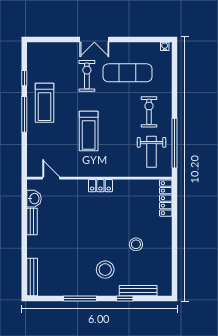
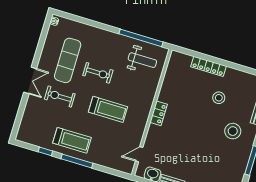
exercise bike: (149, 112) -> (98, 73), moved, turned 180
locker: (166, 198) -> (208, 66), moved

